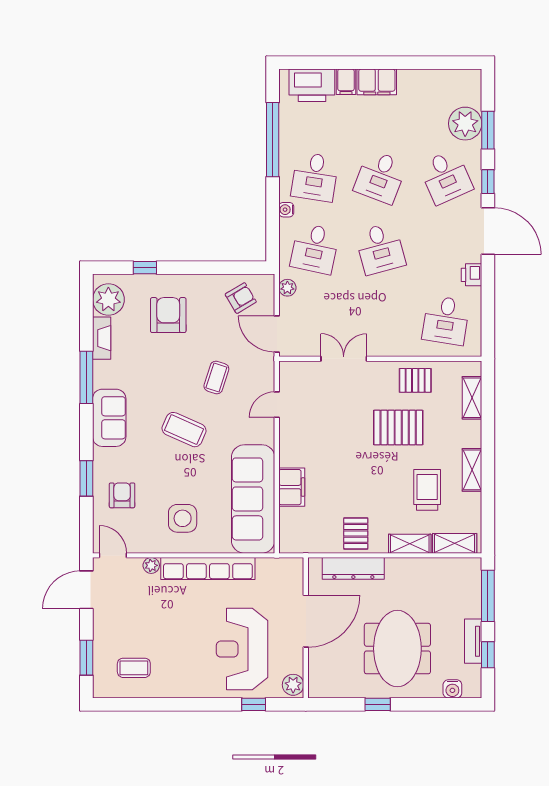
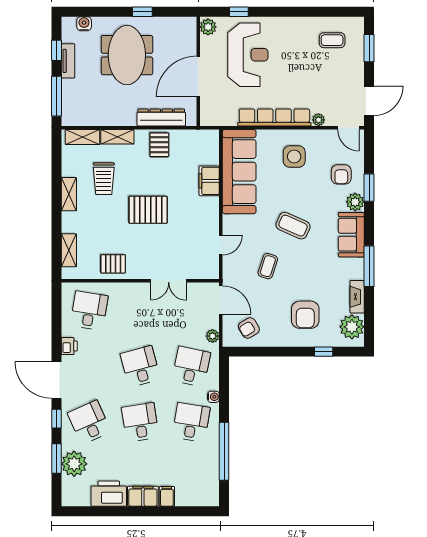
printer: (312, 85) -> (109, 494), moved
desk: (380, 177) -> (140, 422), turned -30
pallet: (398, 427) -> (148, 210), moved
plant: (104, 460) -> (355, 202), added

